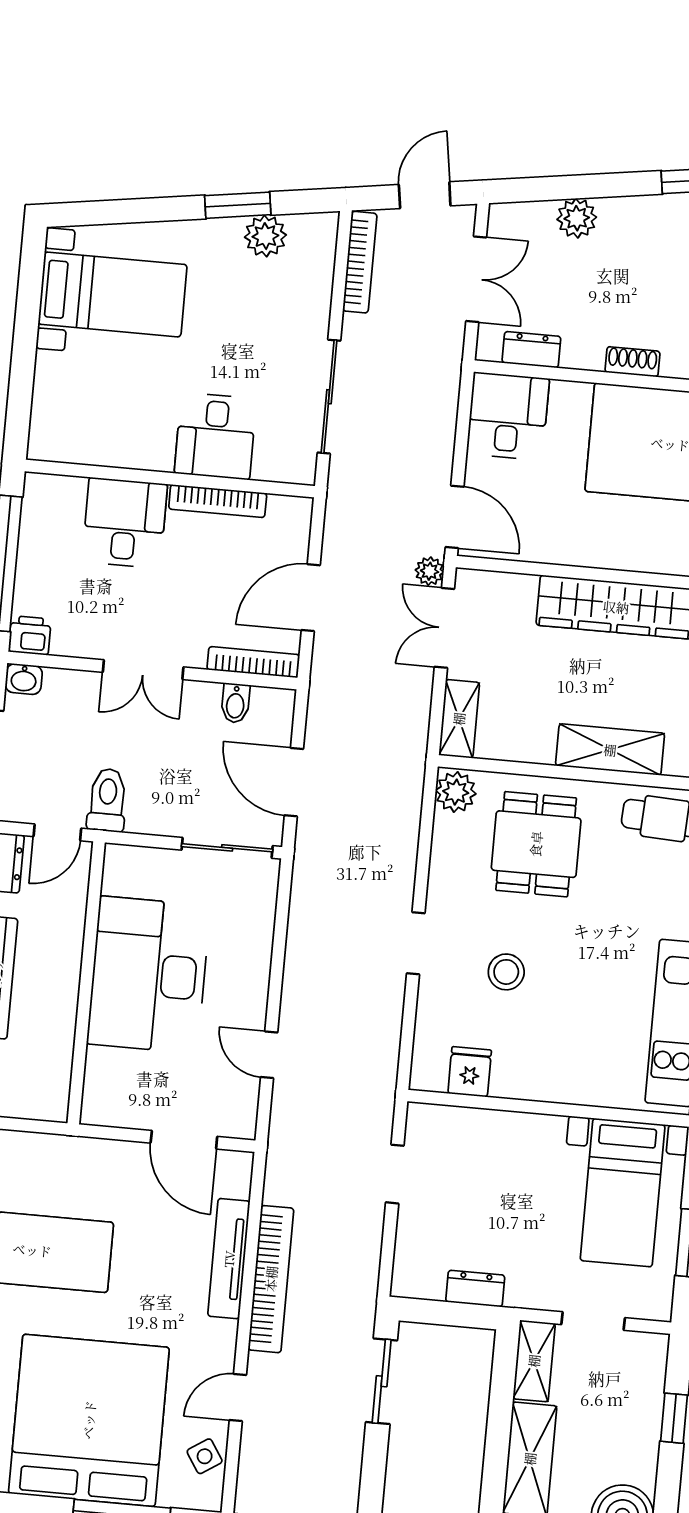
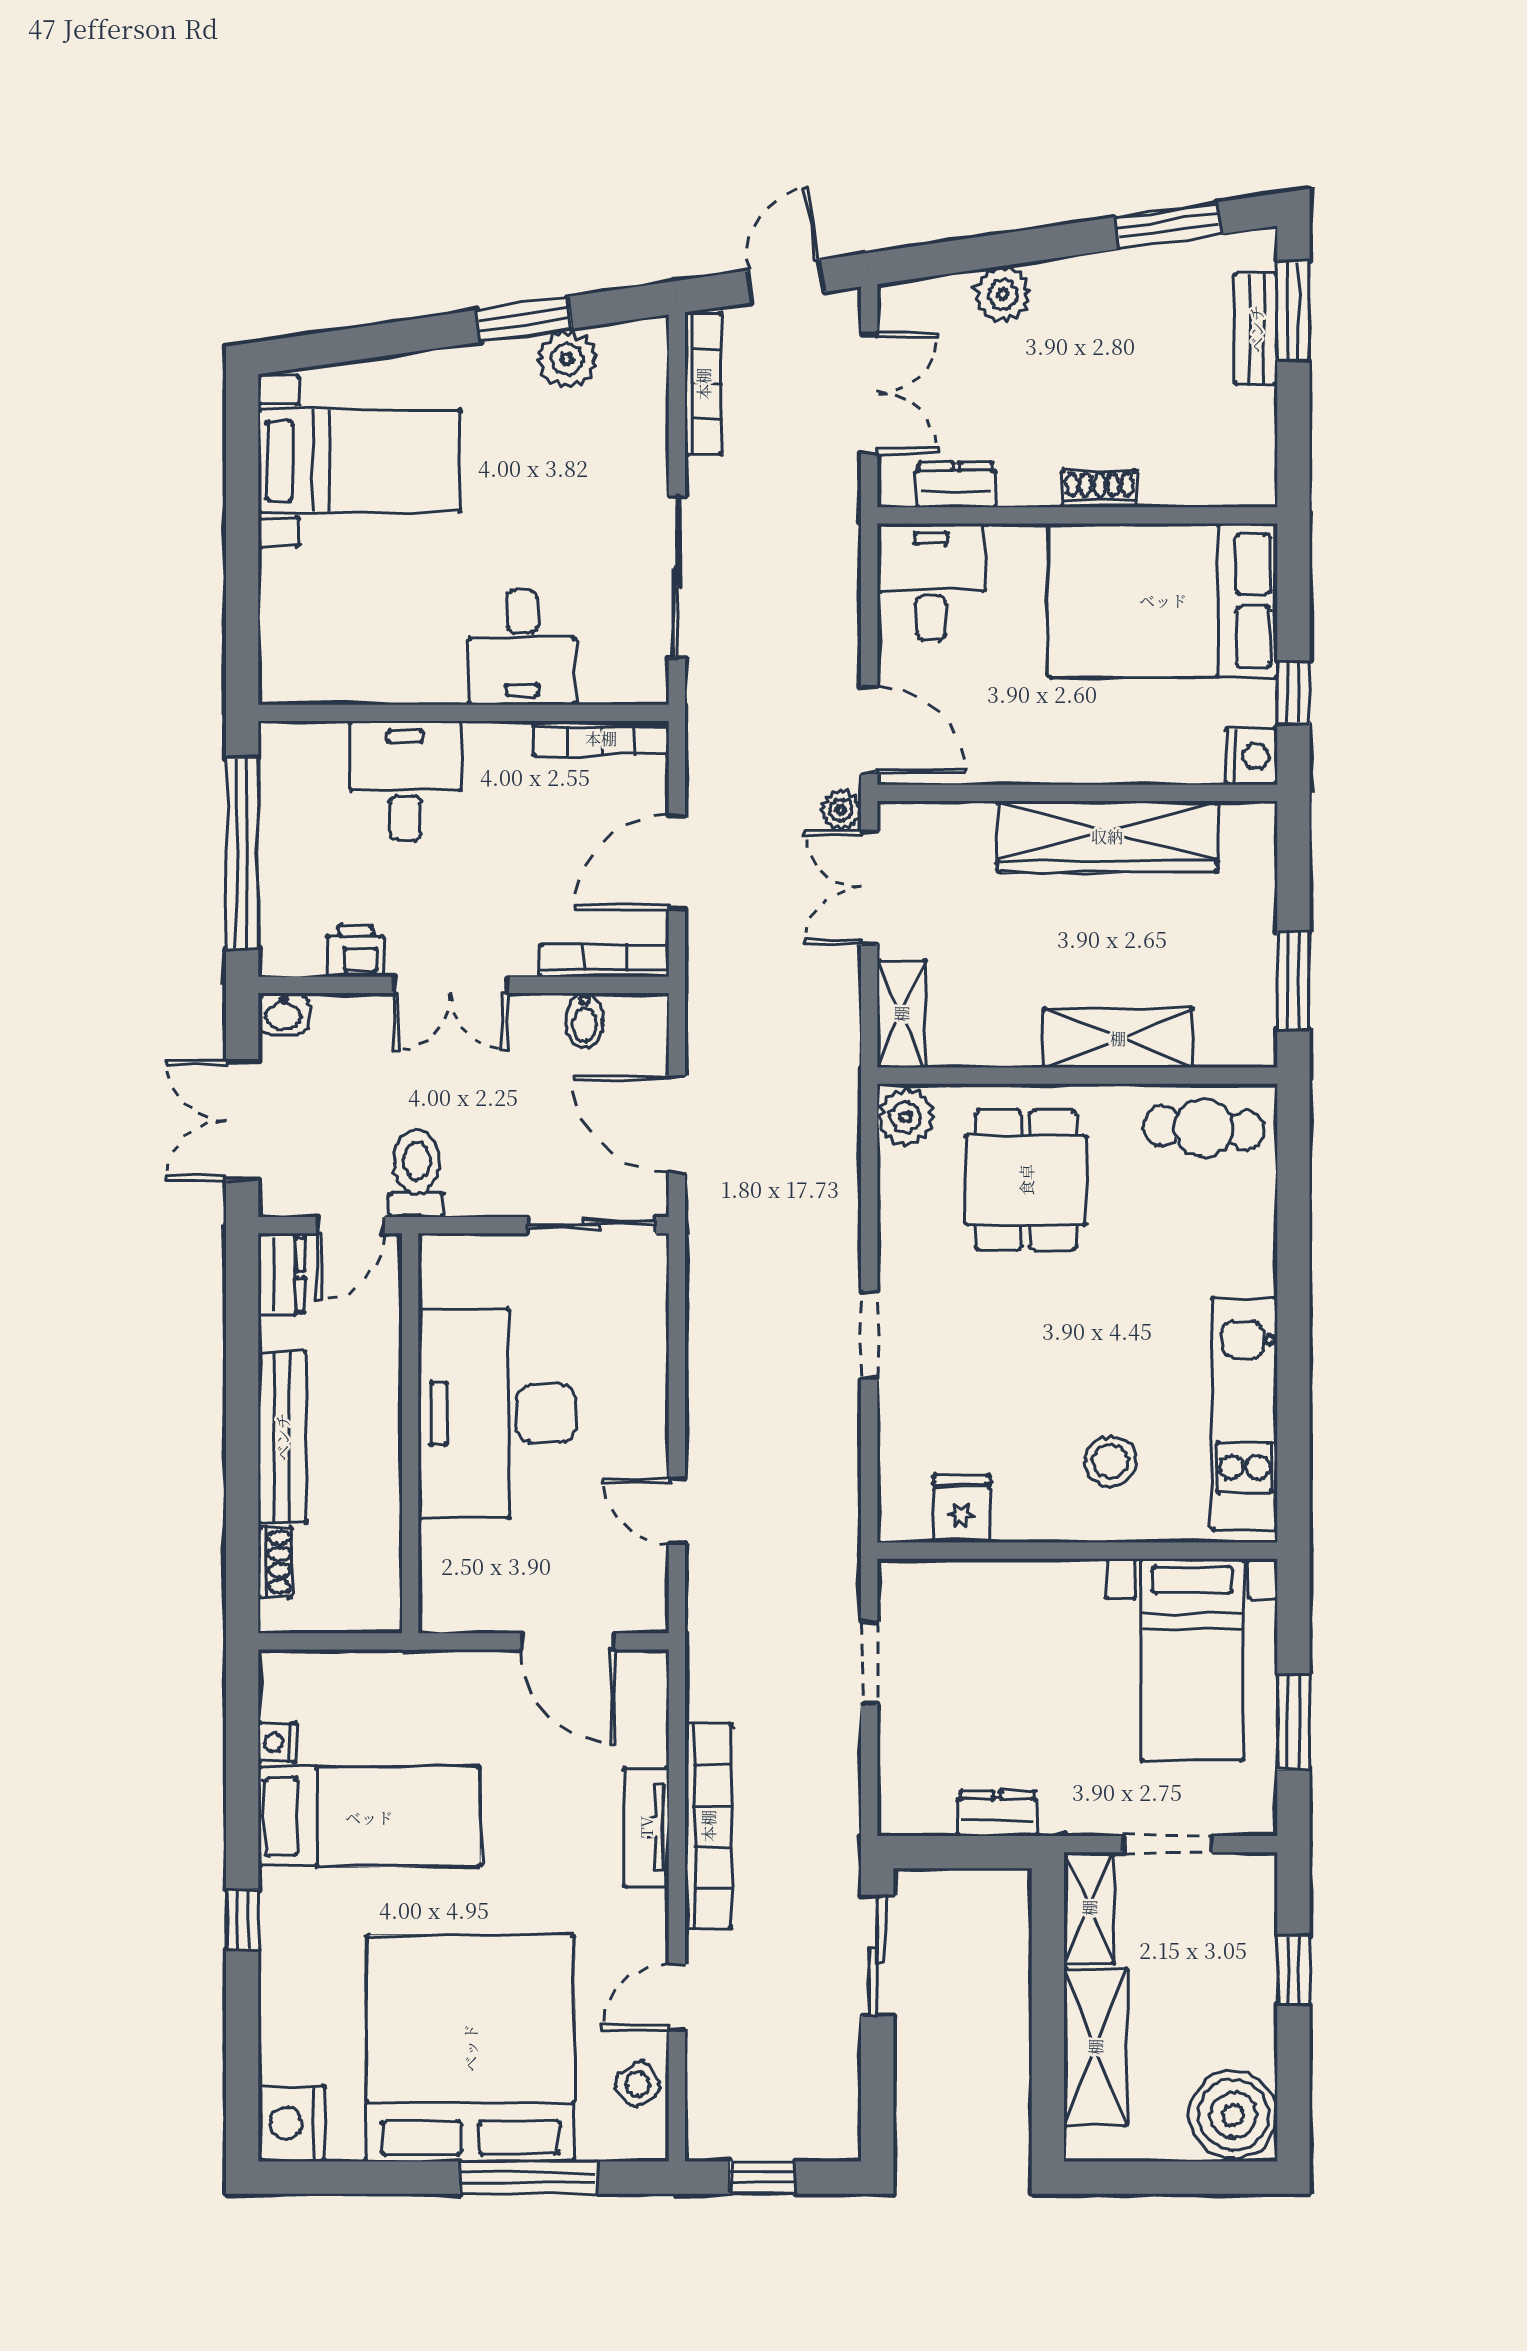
bookcase: (218, 501) -> (601, 738), moved
printer: (30, 635) -> (355, 951), moved
stool: (506, 972) -> (1110, 1462), moved
tv unit: (229, 1259) -> (646, 1827), width x0.71

